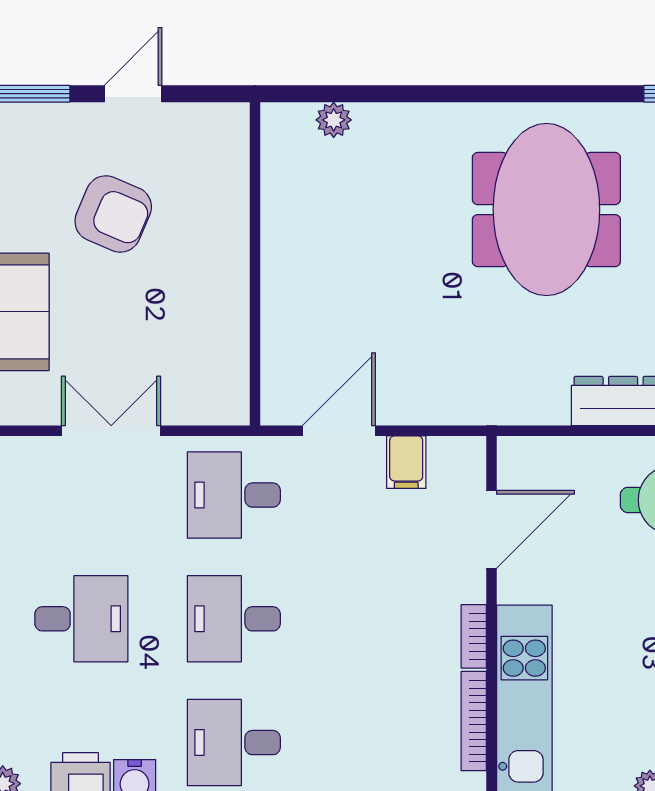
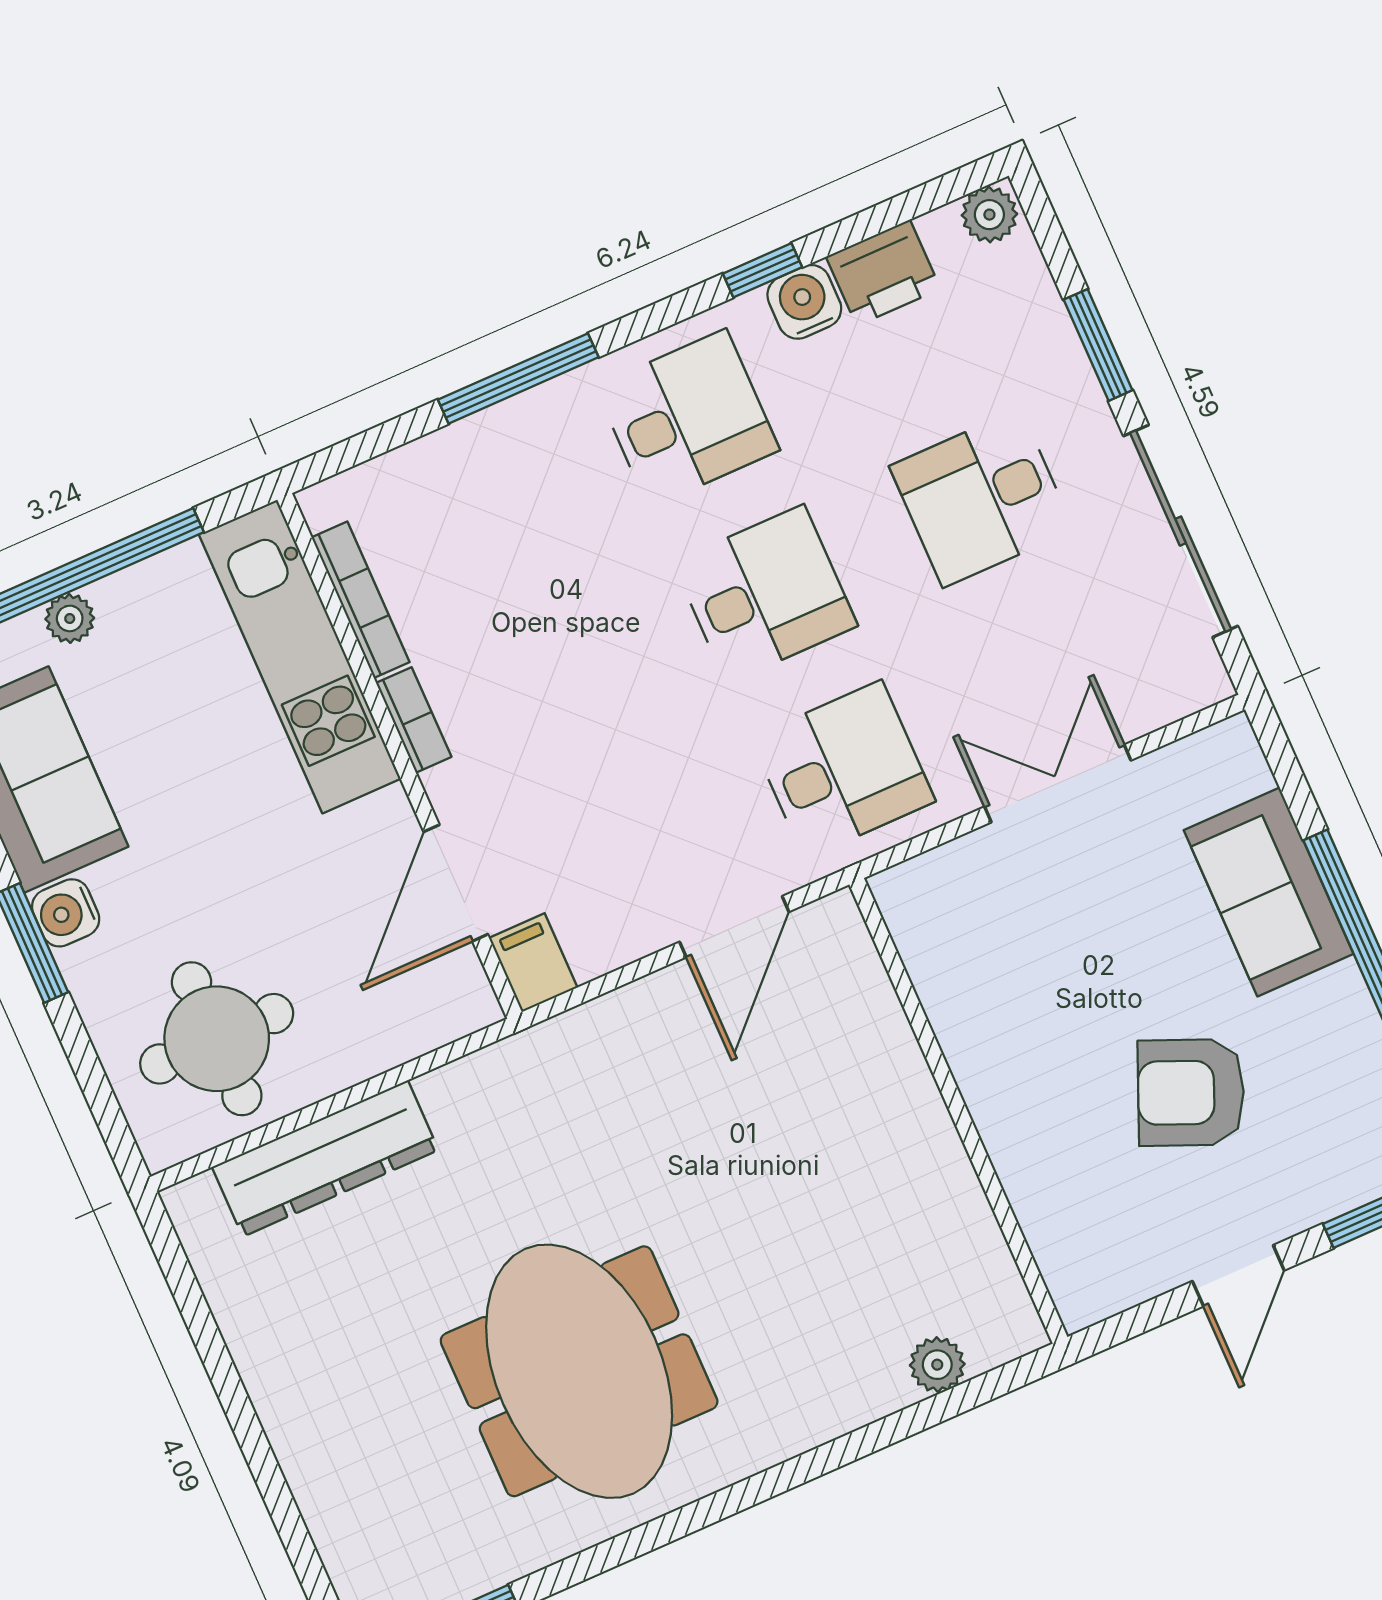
double door: (111, 431) -> (1058, 783), swing flipped
filing cabinet: (406, 462) -> (533, 963), moved

